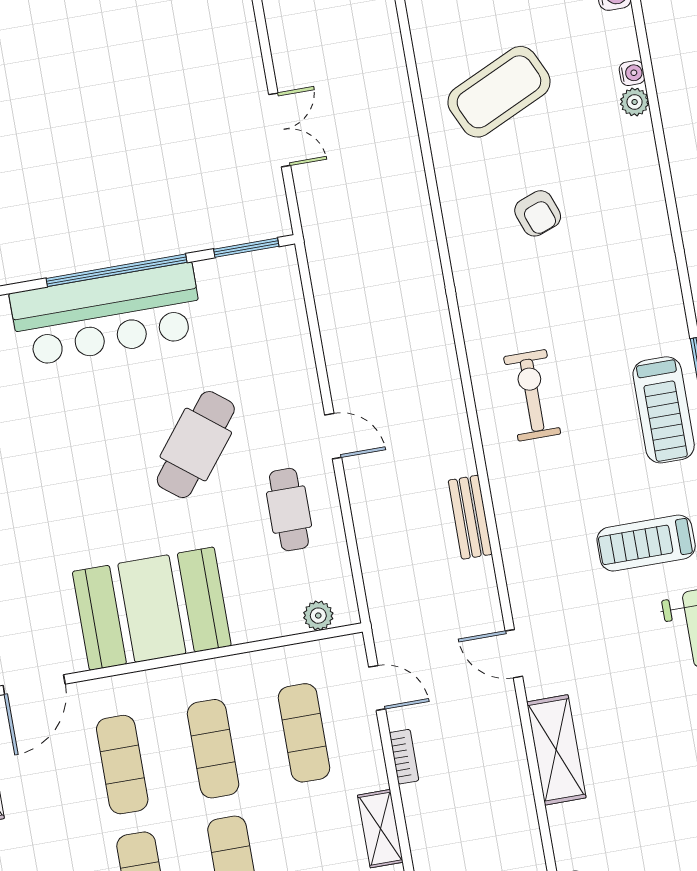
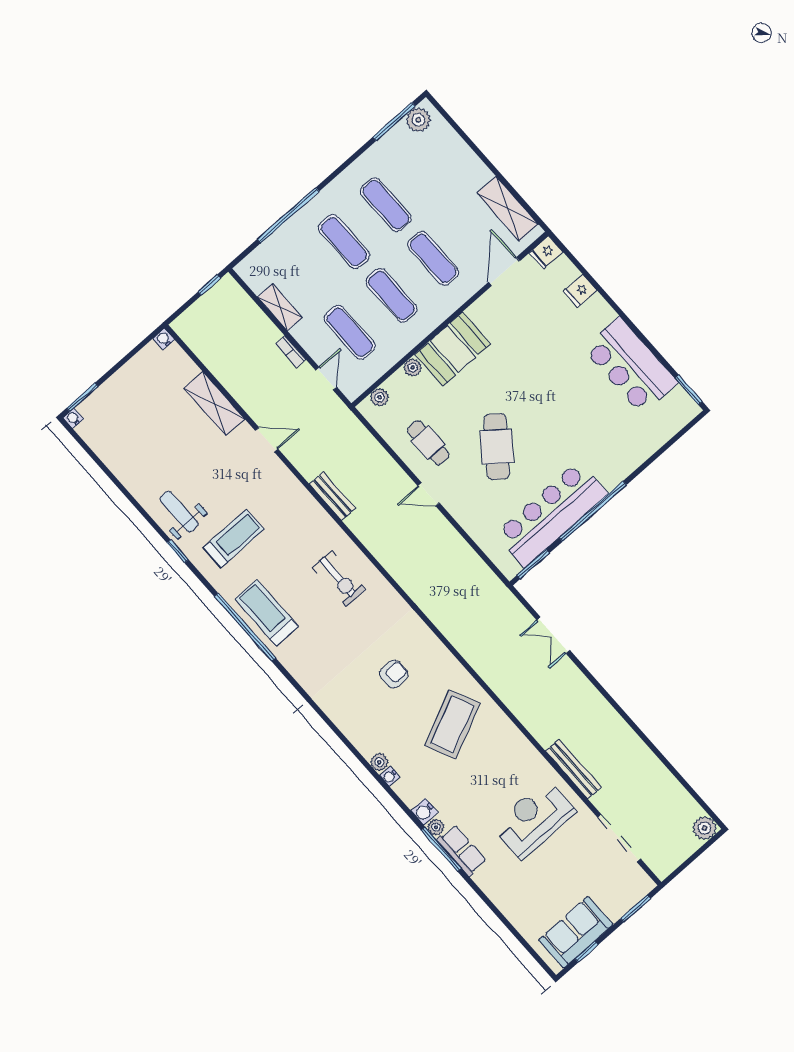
armchair: (538, 213) -> (394, 674), turned 110
bar counter: (107, 315) -> (551, 514), moved
booth: (152, 609) -> (453, 349), width x0.73, depth x0.70
plant: (246, 629) -> (413, 368), added
door: (377, 688) -> (326, 379), swing flipped

